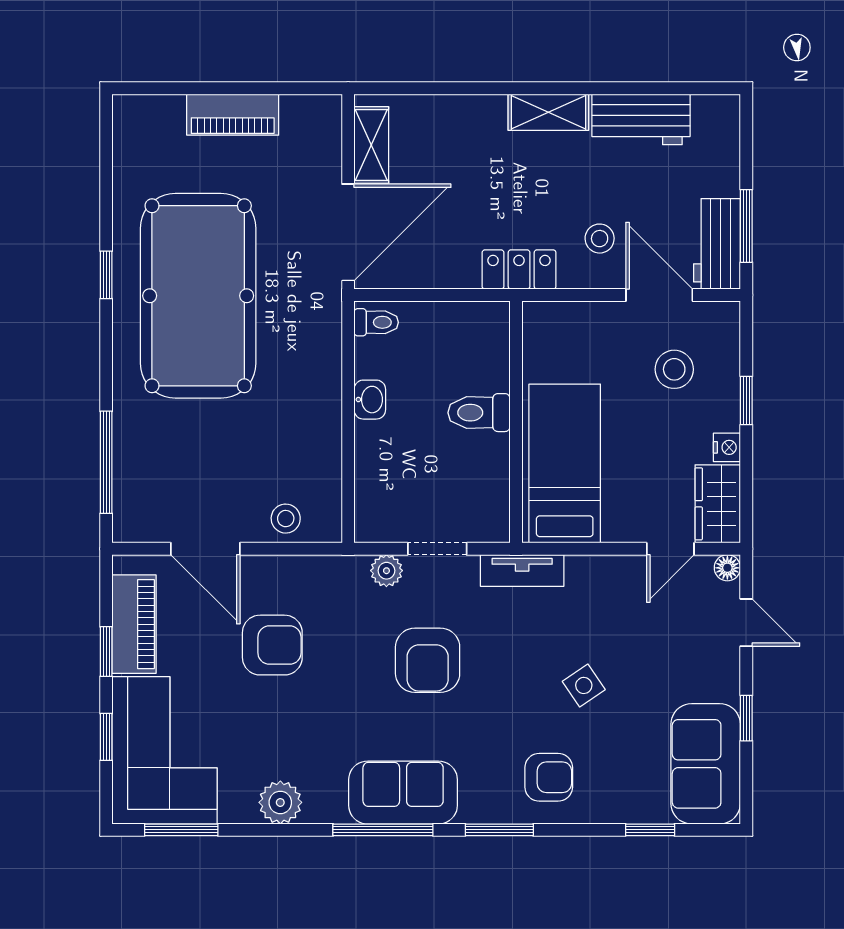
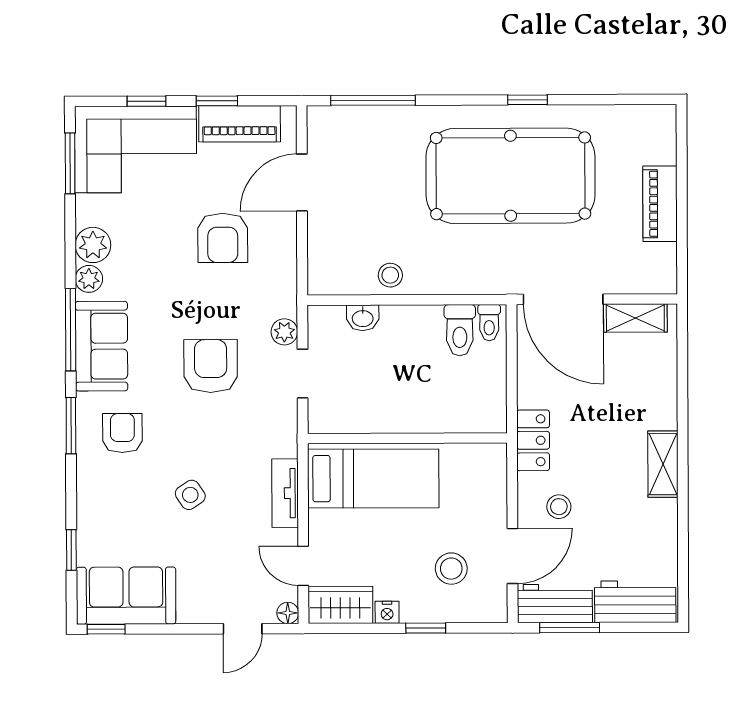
workbench: (641, 119) -> (635, 602), moved, turned 90
washbasin: (370, 400) -> (363, 318), moved
toilet: (479, 413) -> (460, 330), moved, turned 180
stool: (286, 519) -> (390, 275), moved
tv unit: (522, 571) -> (285, 493), moved
armchair: (428, 660) -> (211, 366), turned 90
window: (746, 718) -> (106, 629), moved
armchair: (549, 777) -> (122, 433), moved, turned 180
plant: (321, 808) -> (89, 279), added

